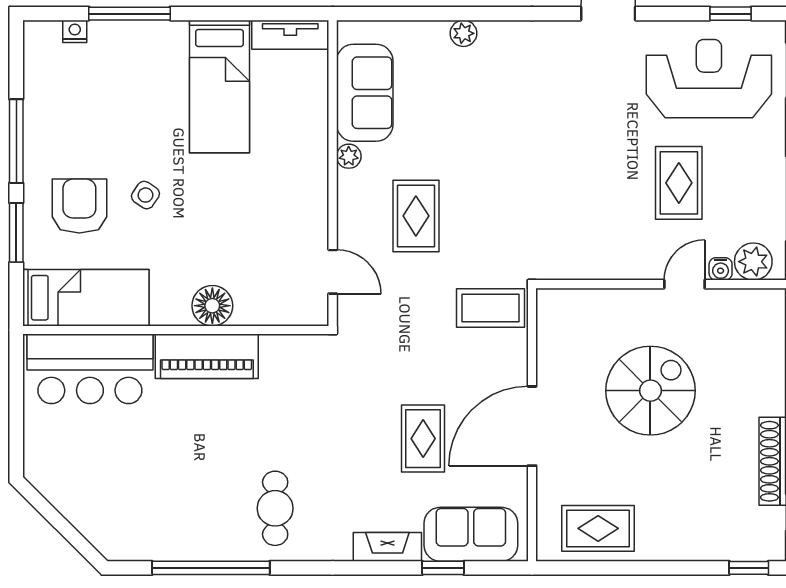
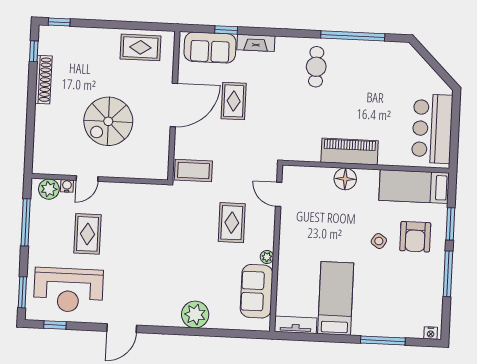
nightstand: (75, 31) -> (431, 333), moved
plant: (463, 33) -> (195, 315), width x1.87, depth x1.87
bar counter: (90, 369) -> (432, 129), moved, turned -90

